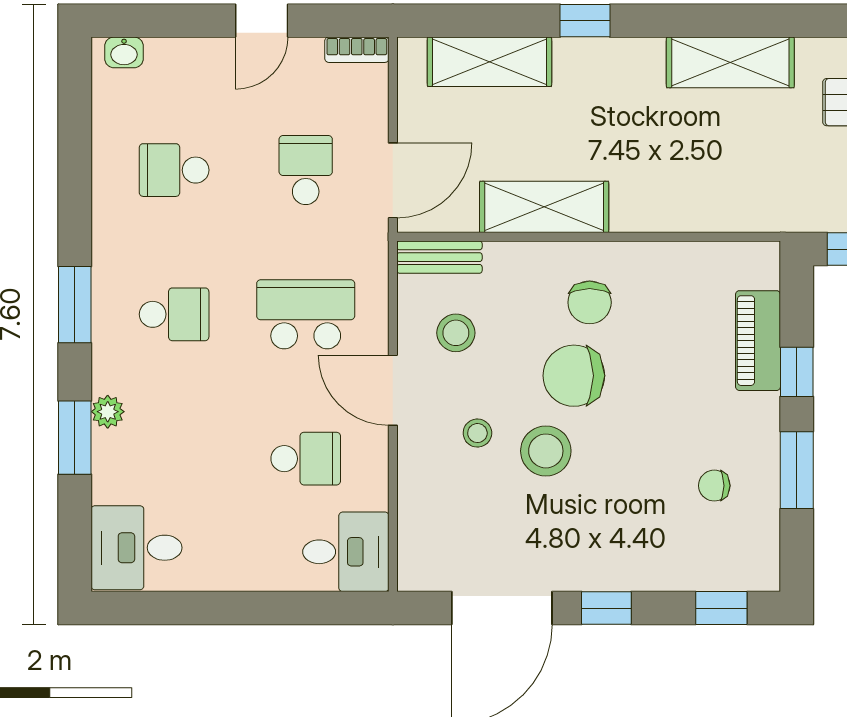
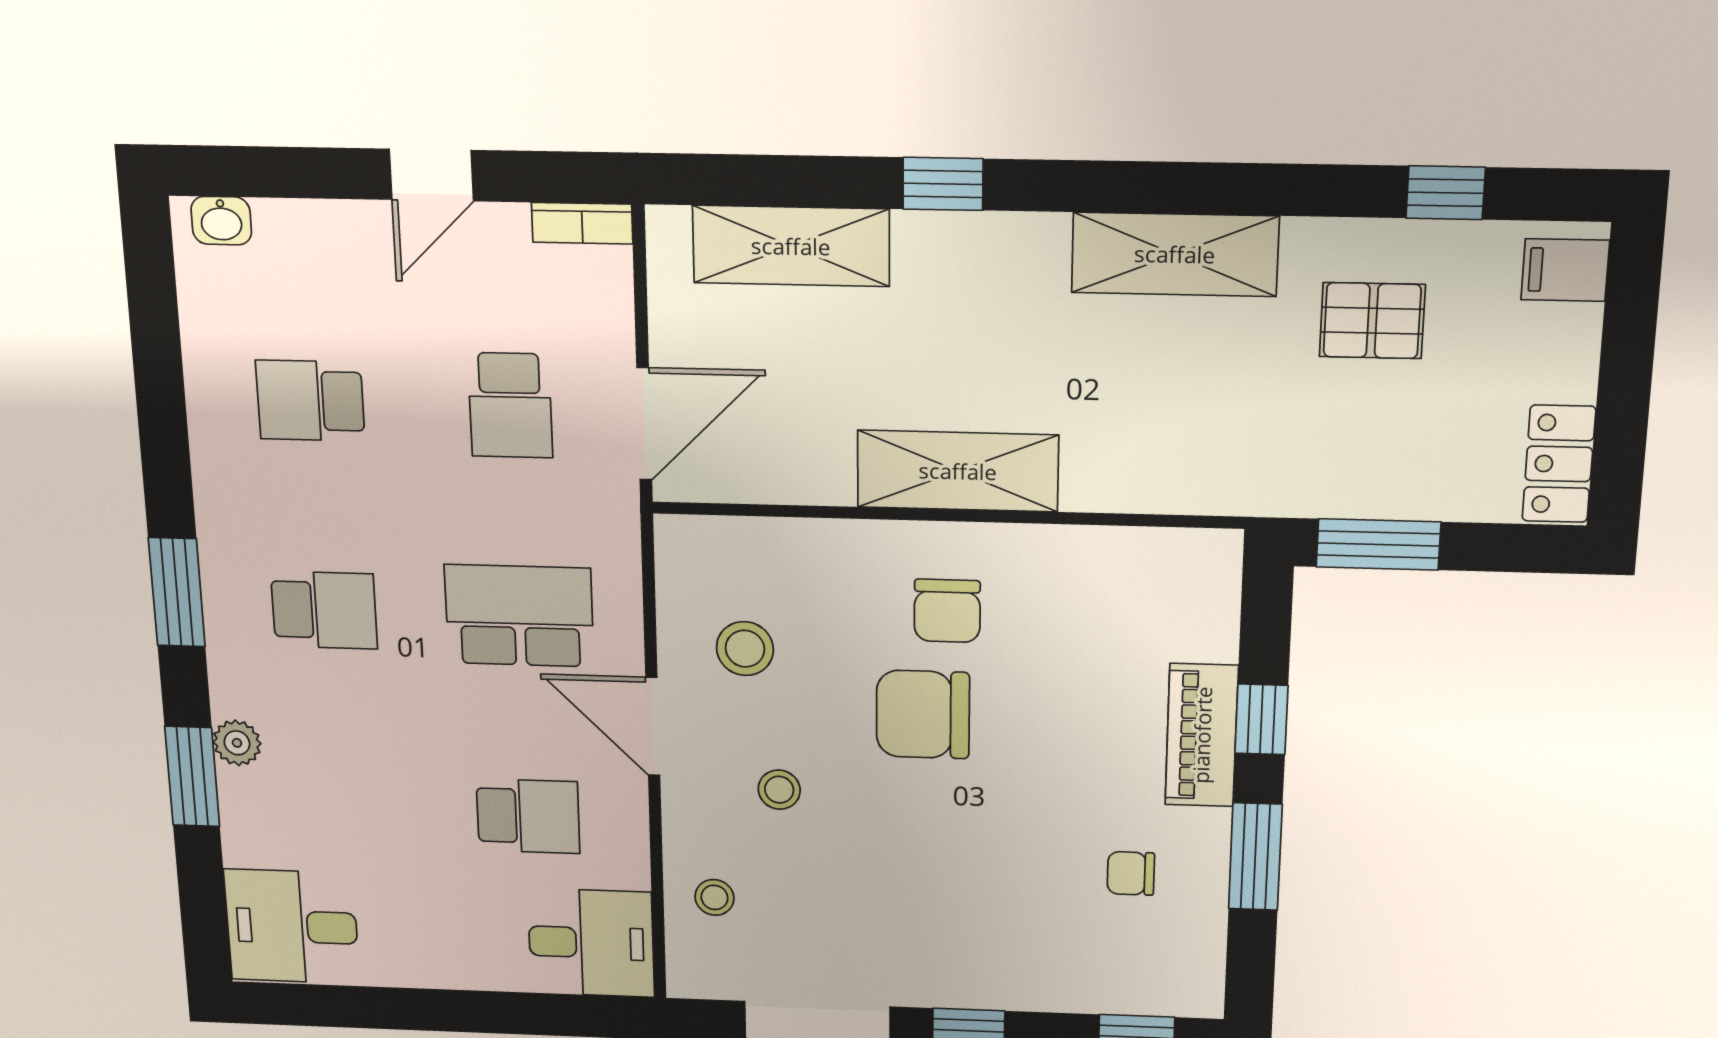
school desk: (306, 170) -> (510, 405), turned 180
shelving: (544, 207) -> (958, 471), moved
bench: (439, 257) -> (718, 539), removed
piano: (758, 341) -> (1202, 735), moved
stool: (546, 451) -> (714, 897), moved, width x0.53, depth x0.53

